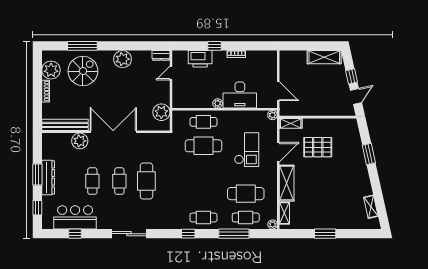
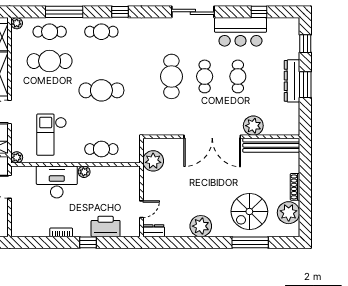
cafe table: (203, 146) -> (101, 90), moved
checkout: (247, 150) -> (52, 135), moved
bar counter: (75, 217) -> (240, 32), moved

